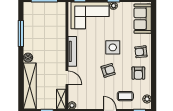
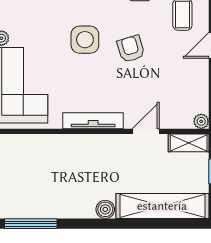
window: (21, 34) -> (31, 224), moved

